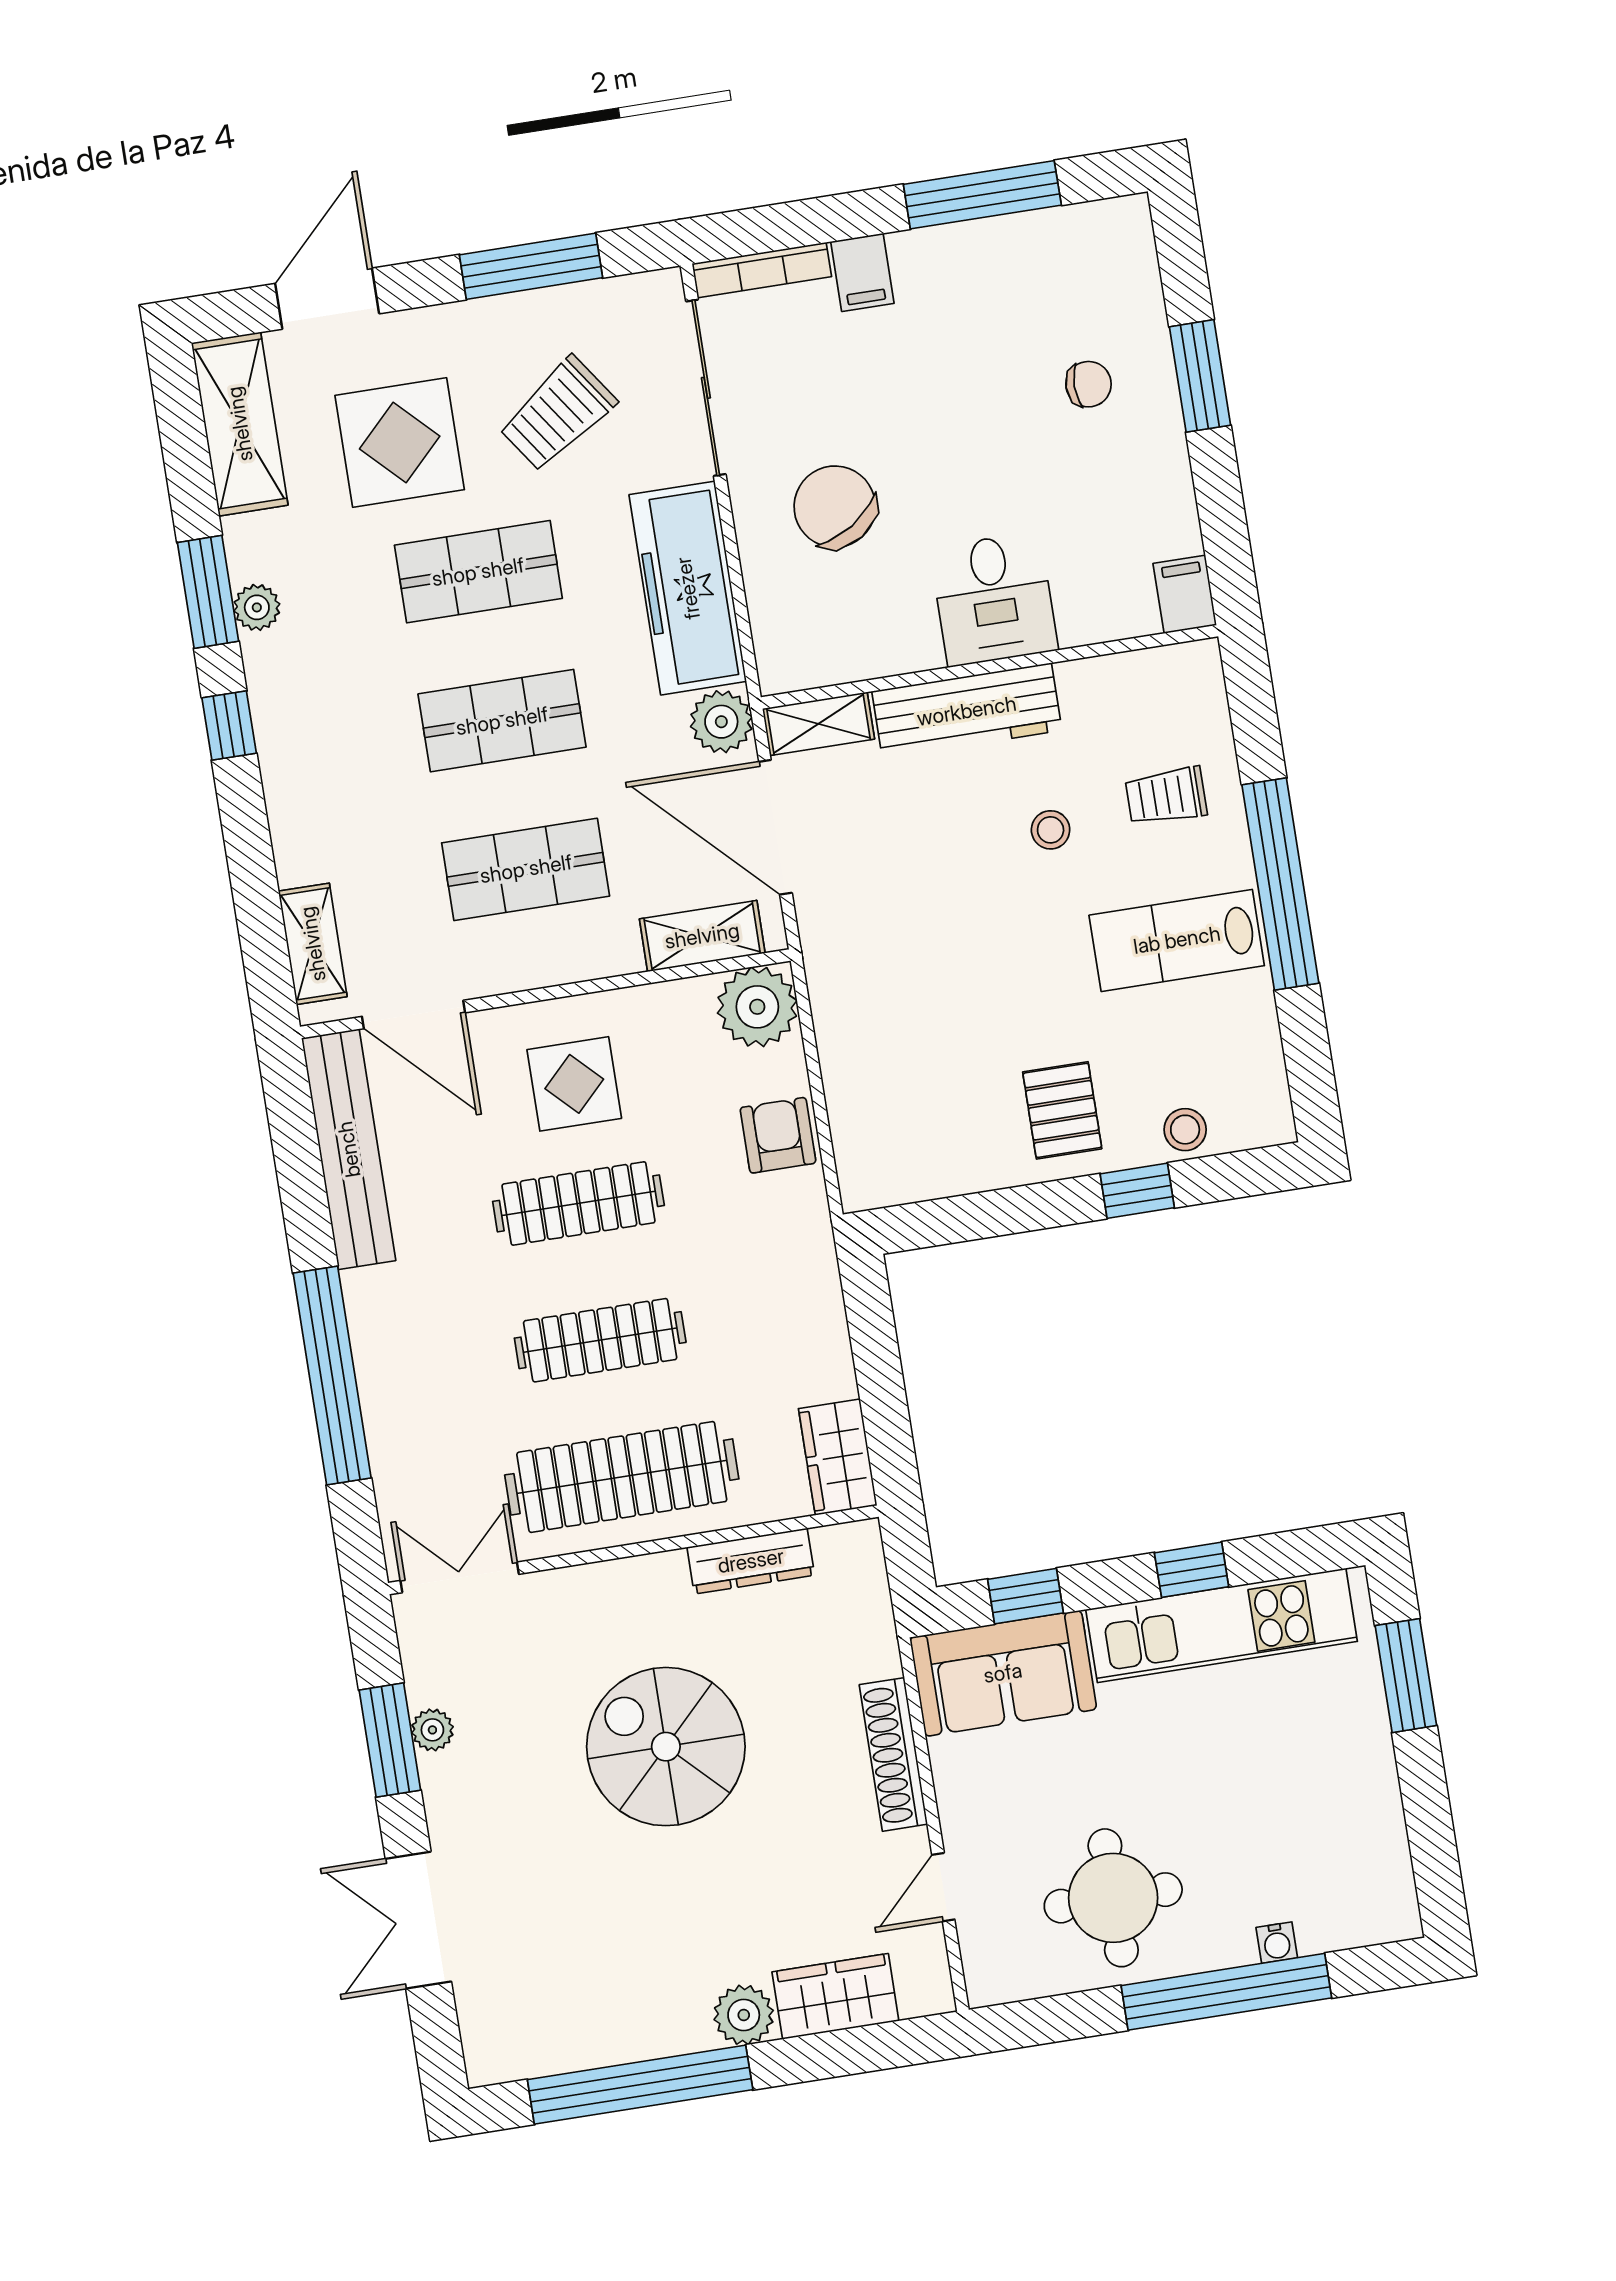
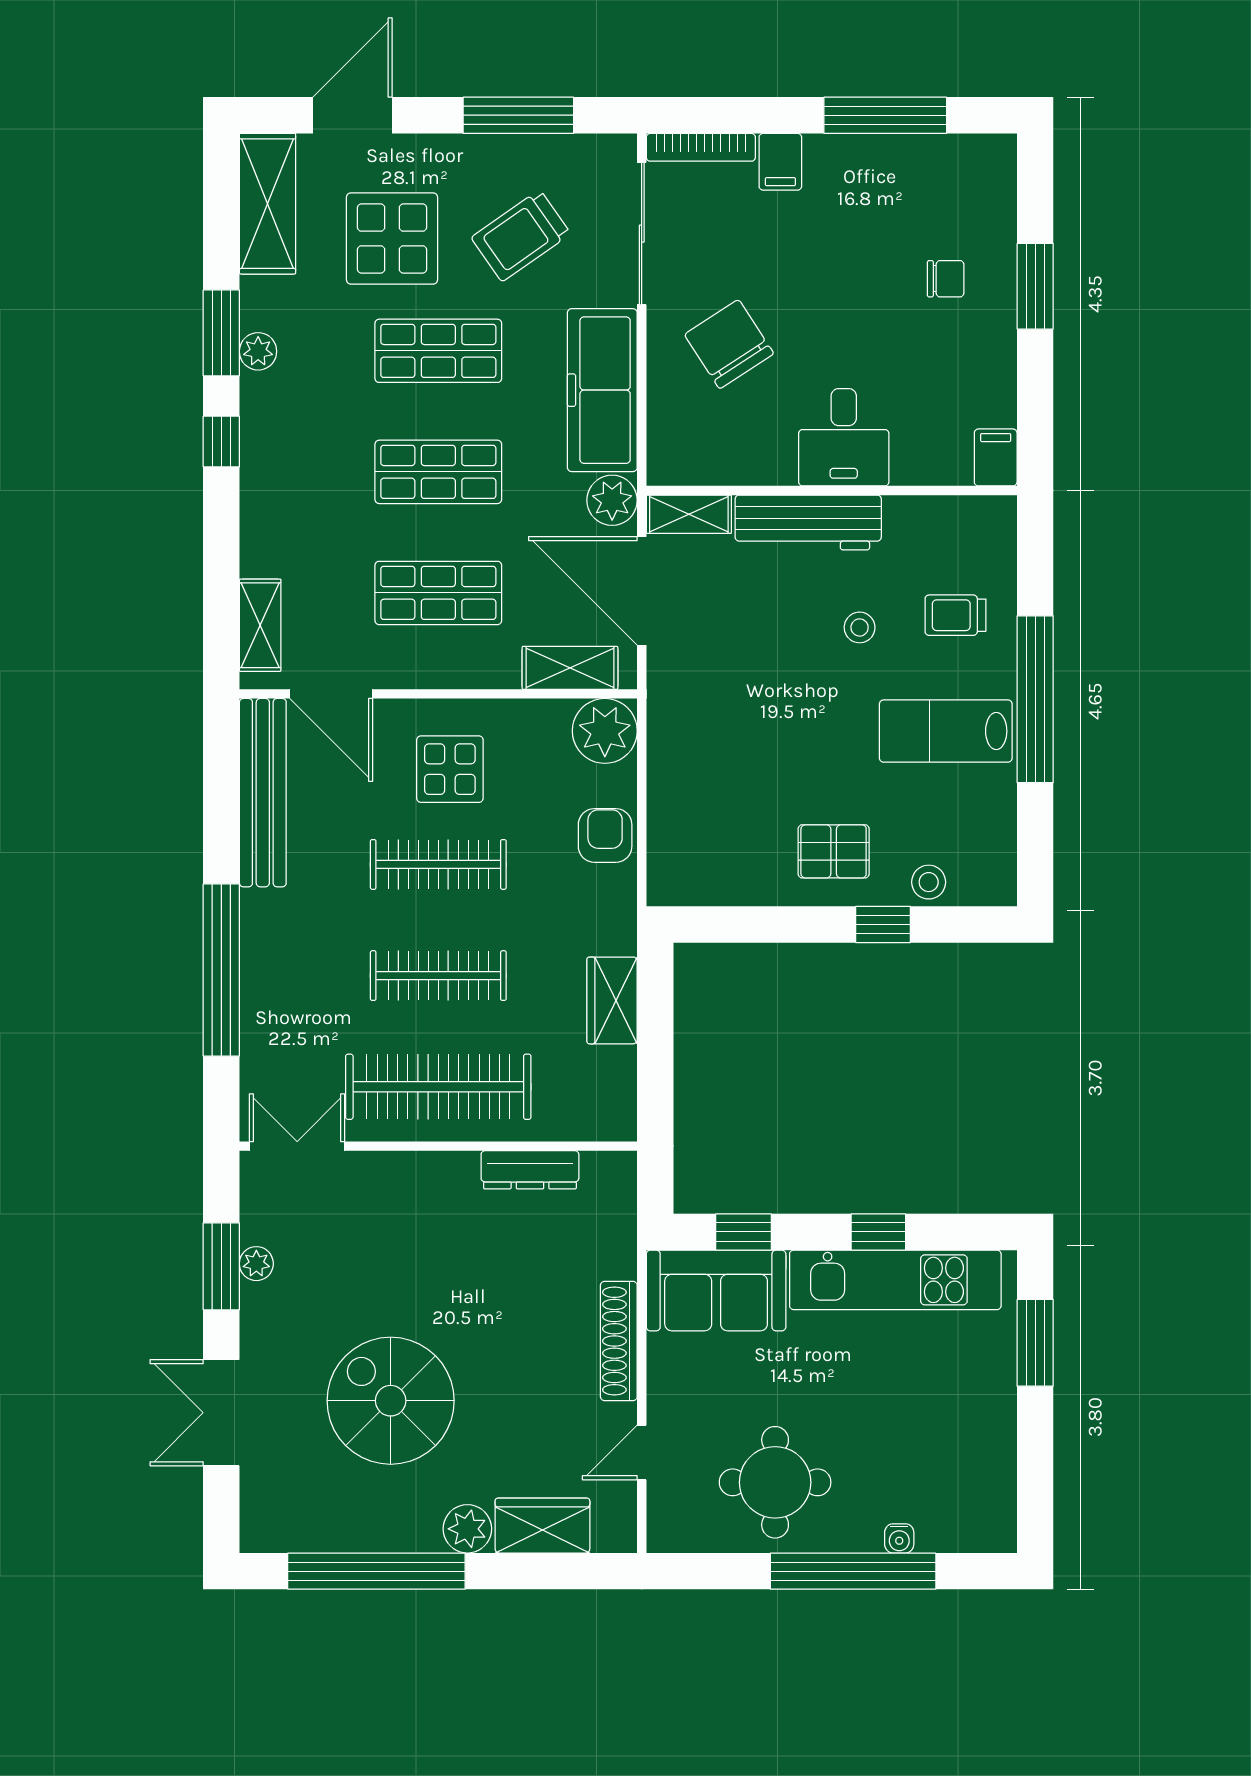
pallet: (1062, 1110) -> (834, 851), turned 90
wardrobe: (838, 1457) -> (612, 1000), moved
spiral stairs: (666, 1747) -> (391, 1401), moved

